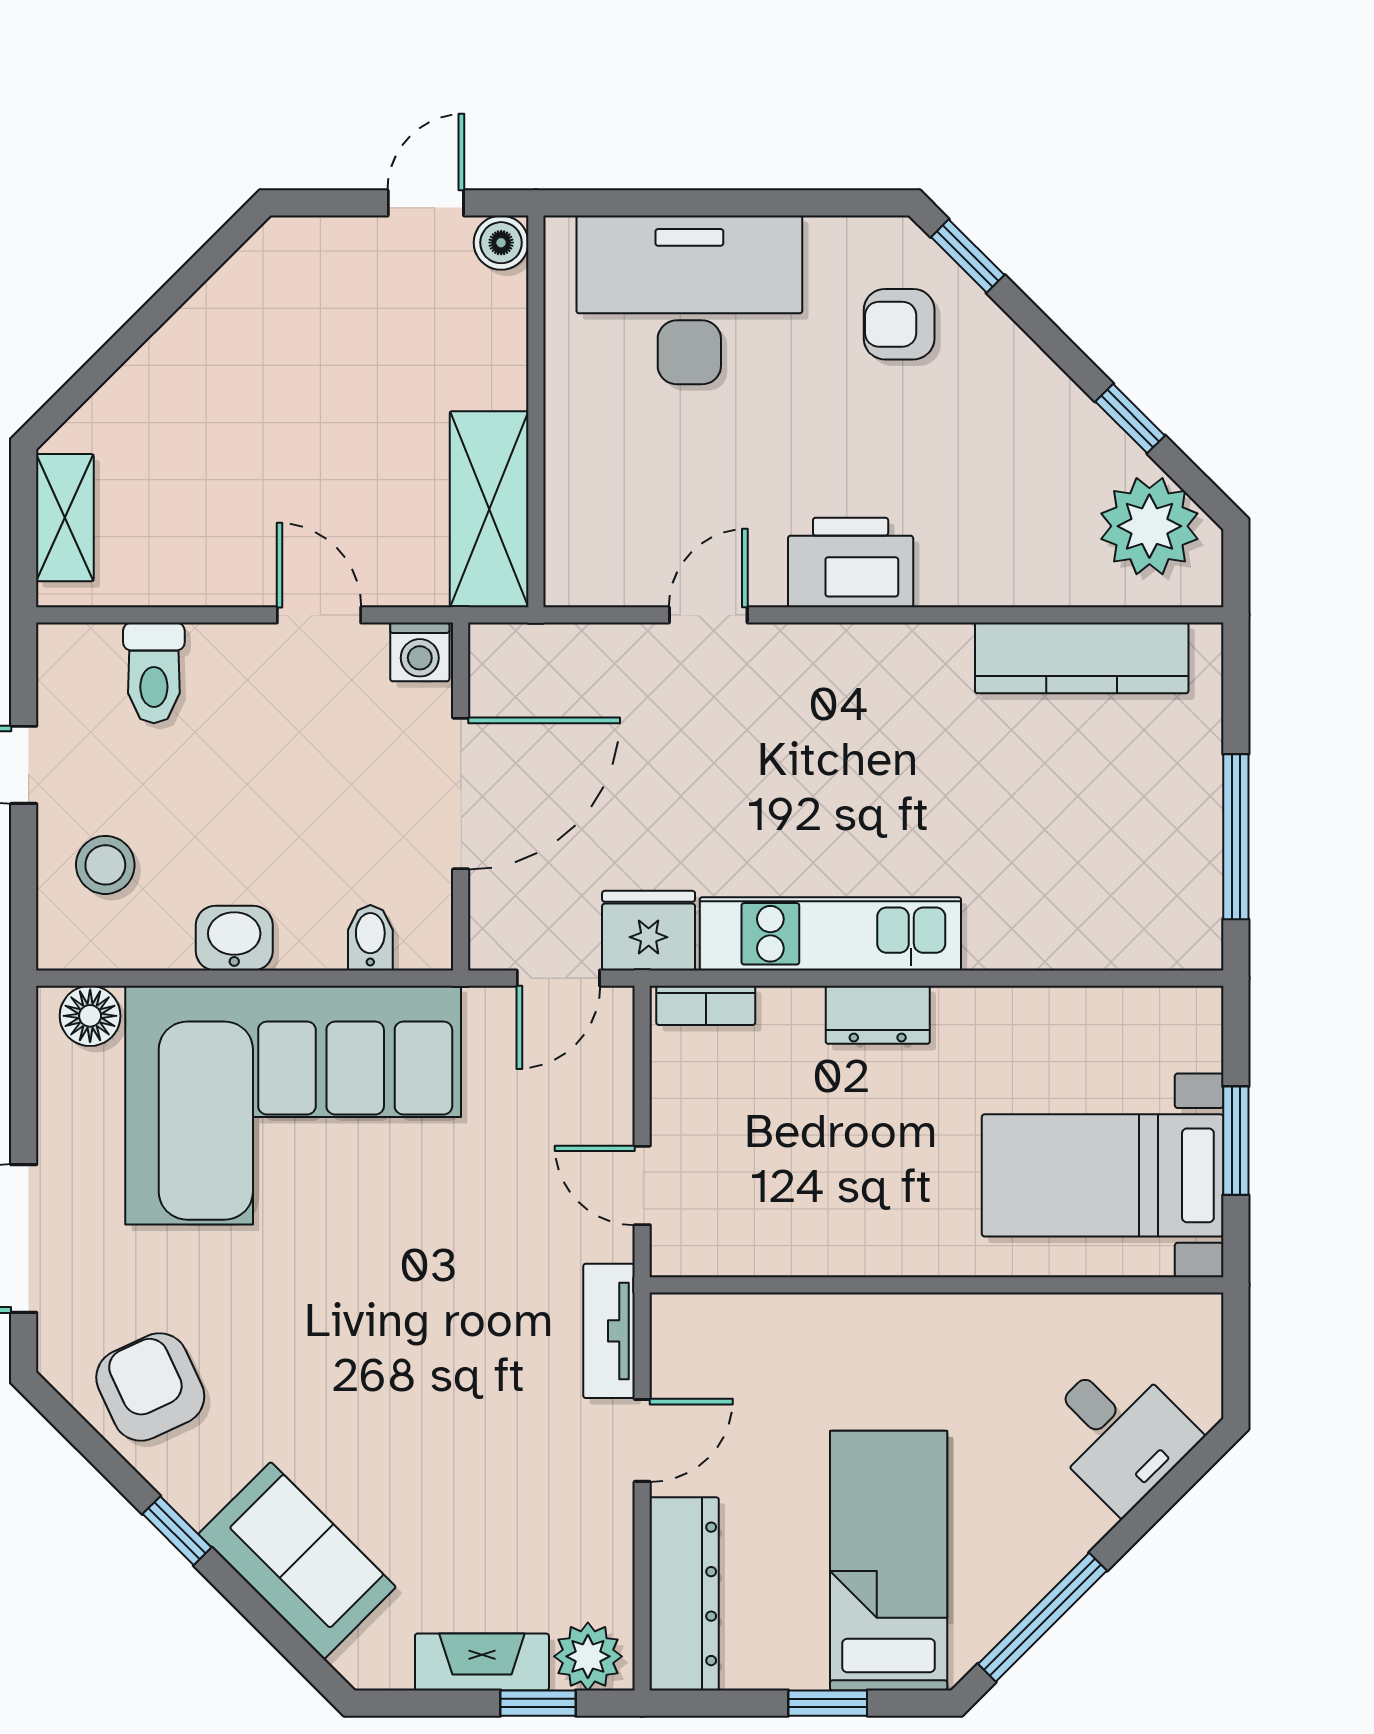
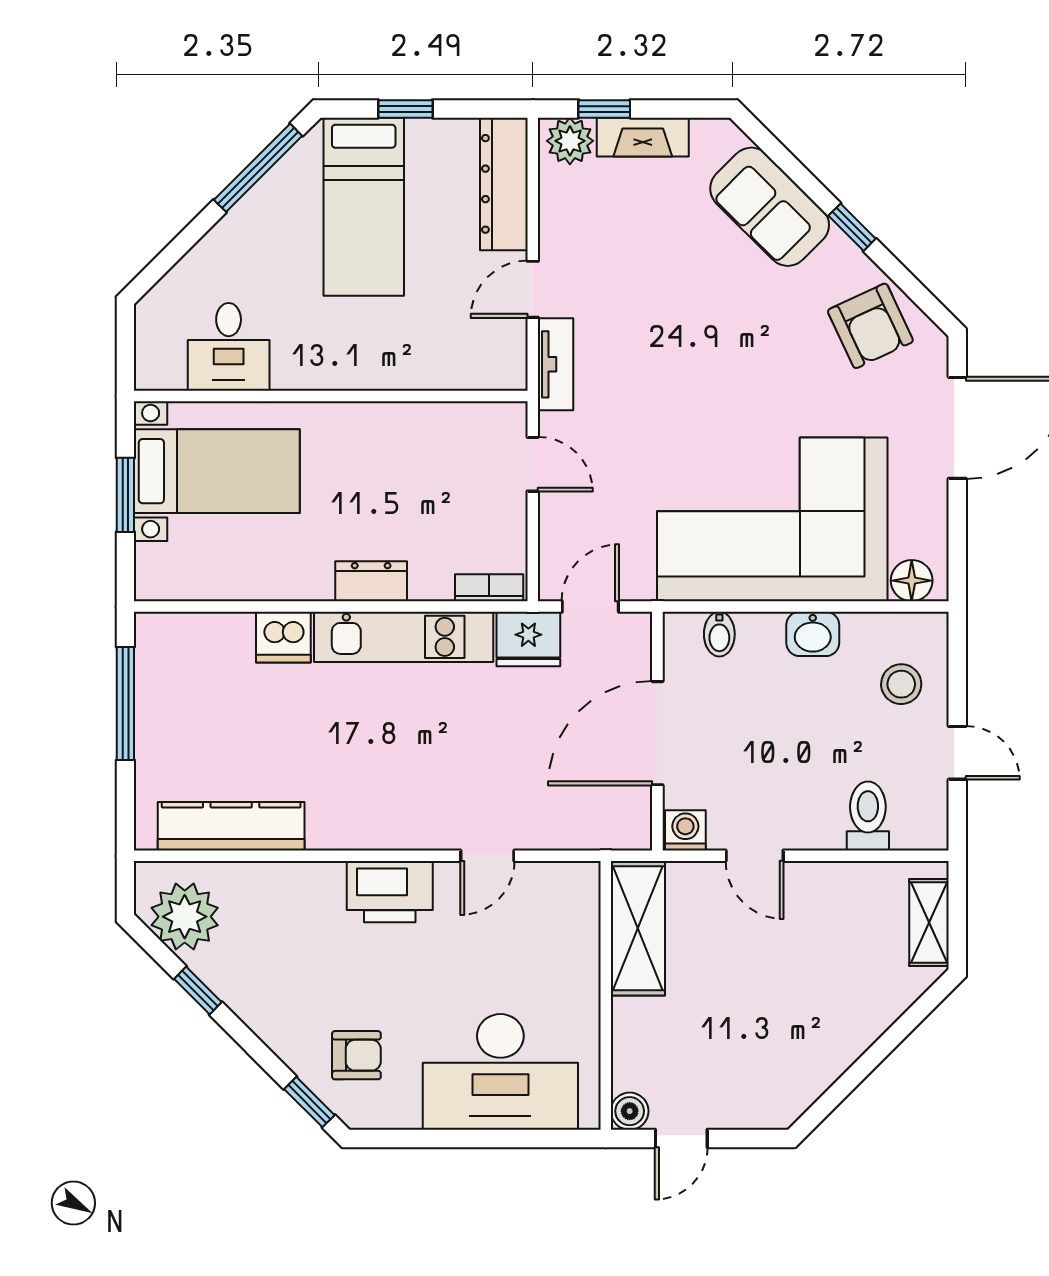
dishwasher: (1006, 933) -> (283, 637), added
desk: (1119, 1433) -> (229, 347), moved, turned -135

